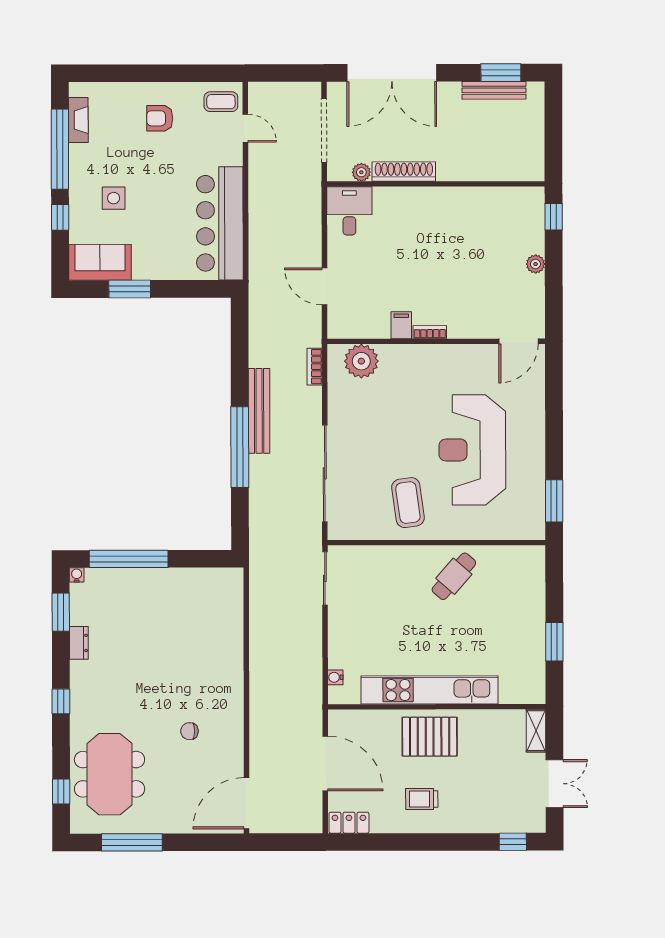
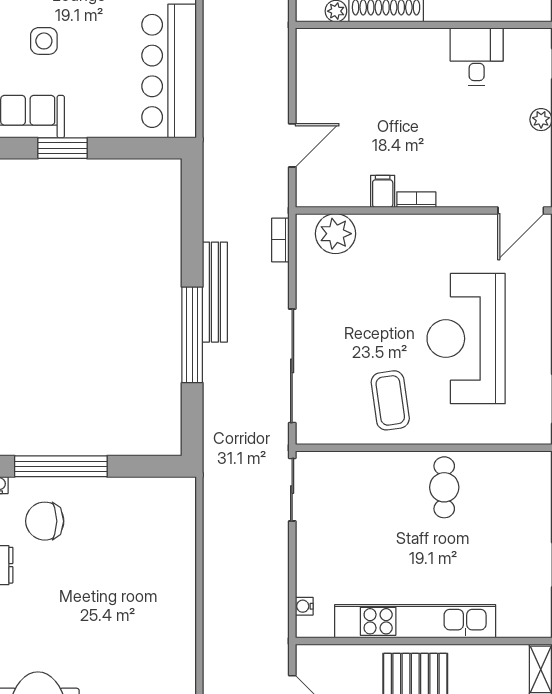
desk: (349, 211) -> (477, 57), moved
door: (324, 286) -> (292, 145), swing flipped
cafe table: (454, 576) -> (444, 487), turned -41
chair: (189, 731) -> (45, 521), moved, width x1.87, depth x1.87

